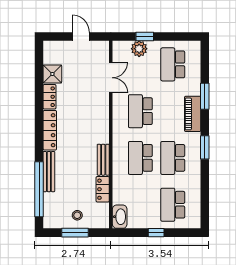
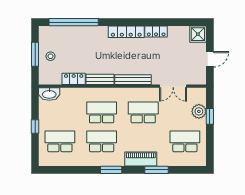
shower: (52, 74) -> (198, 34), moved
bench: (49, 172) -> (133, 80), moved

